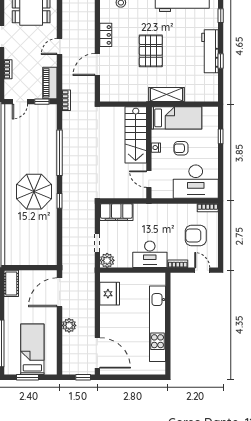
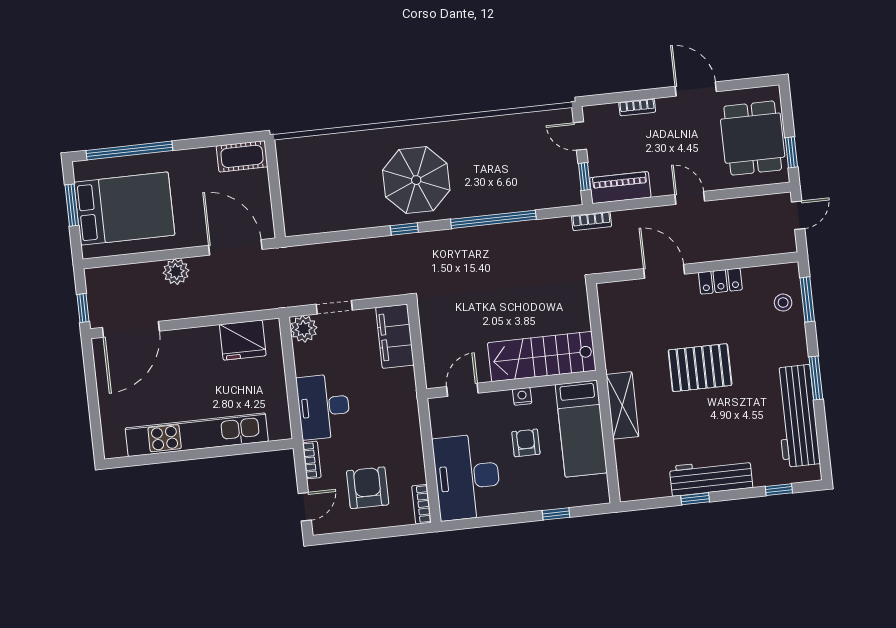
bed: (32, 349) -> (124, 209), width x1.50

